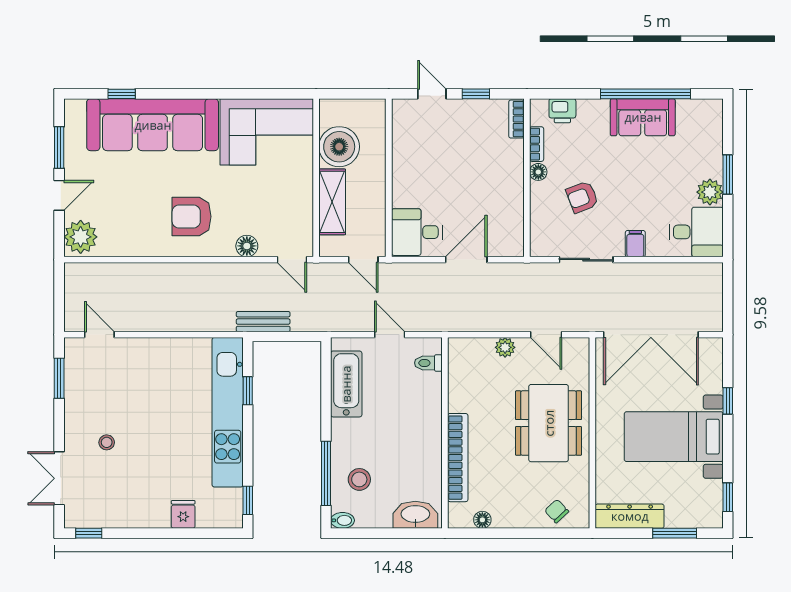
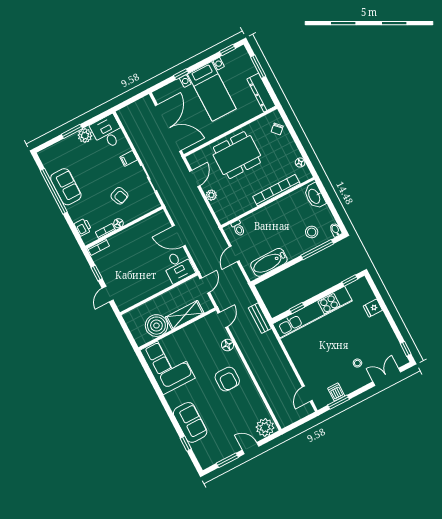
sofa: (153, 125) -> (190, 422), width x0.54, depth x0.79
dishwasher: (78, 383) -> (336, 392), added
double door: (59, 478) -> (387, 377), swing flipped

